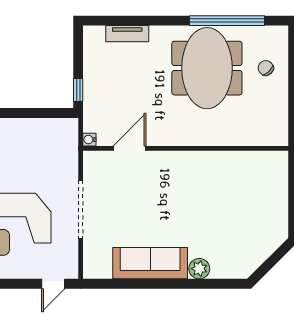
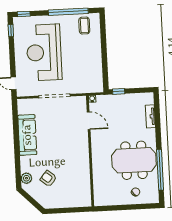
armchair: (233, 228) -> (48, 179), added
plant: (199, 269) -> (26, 178), moved

